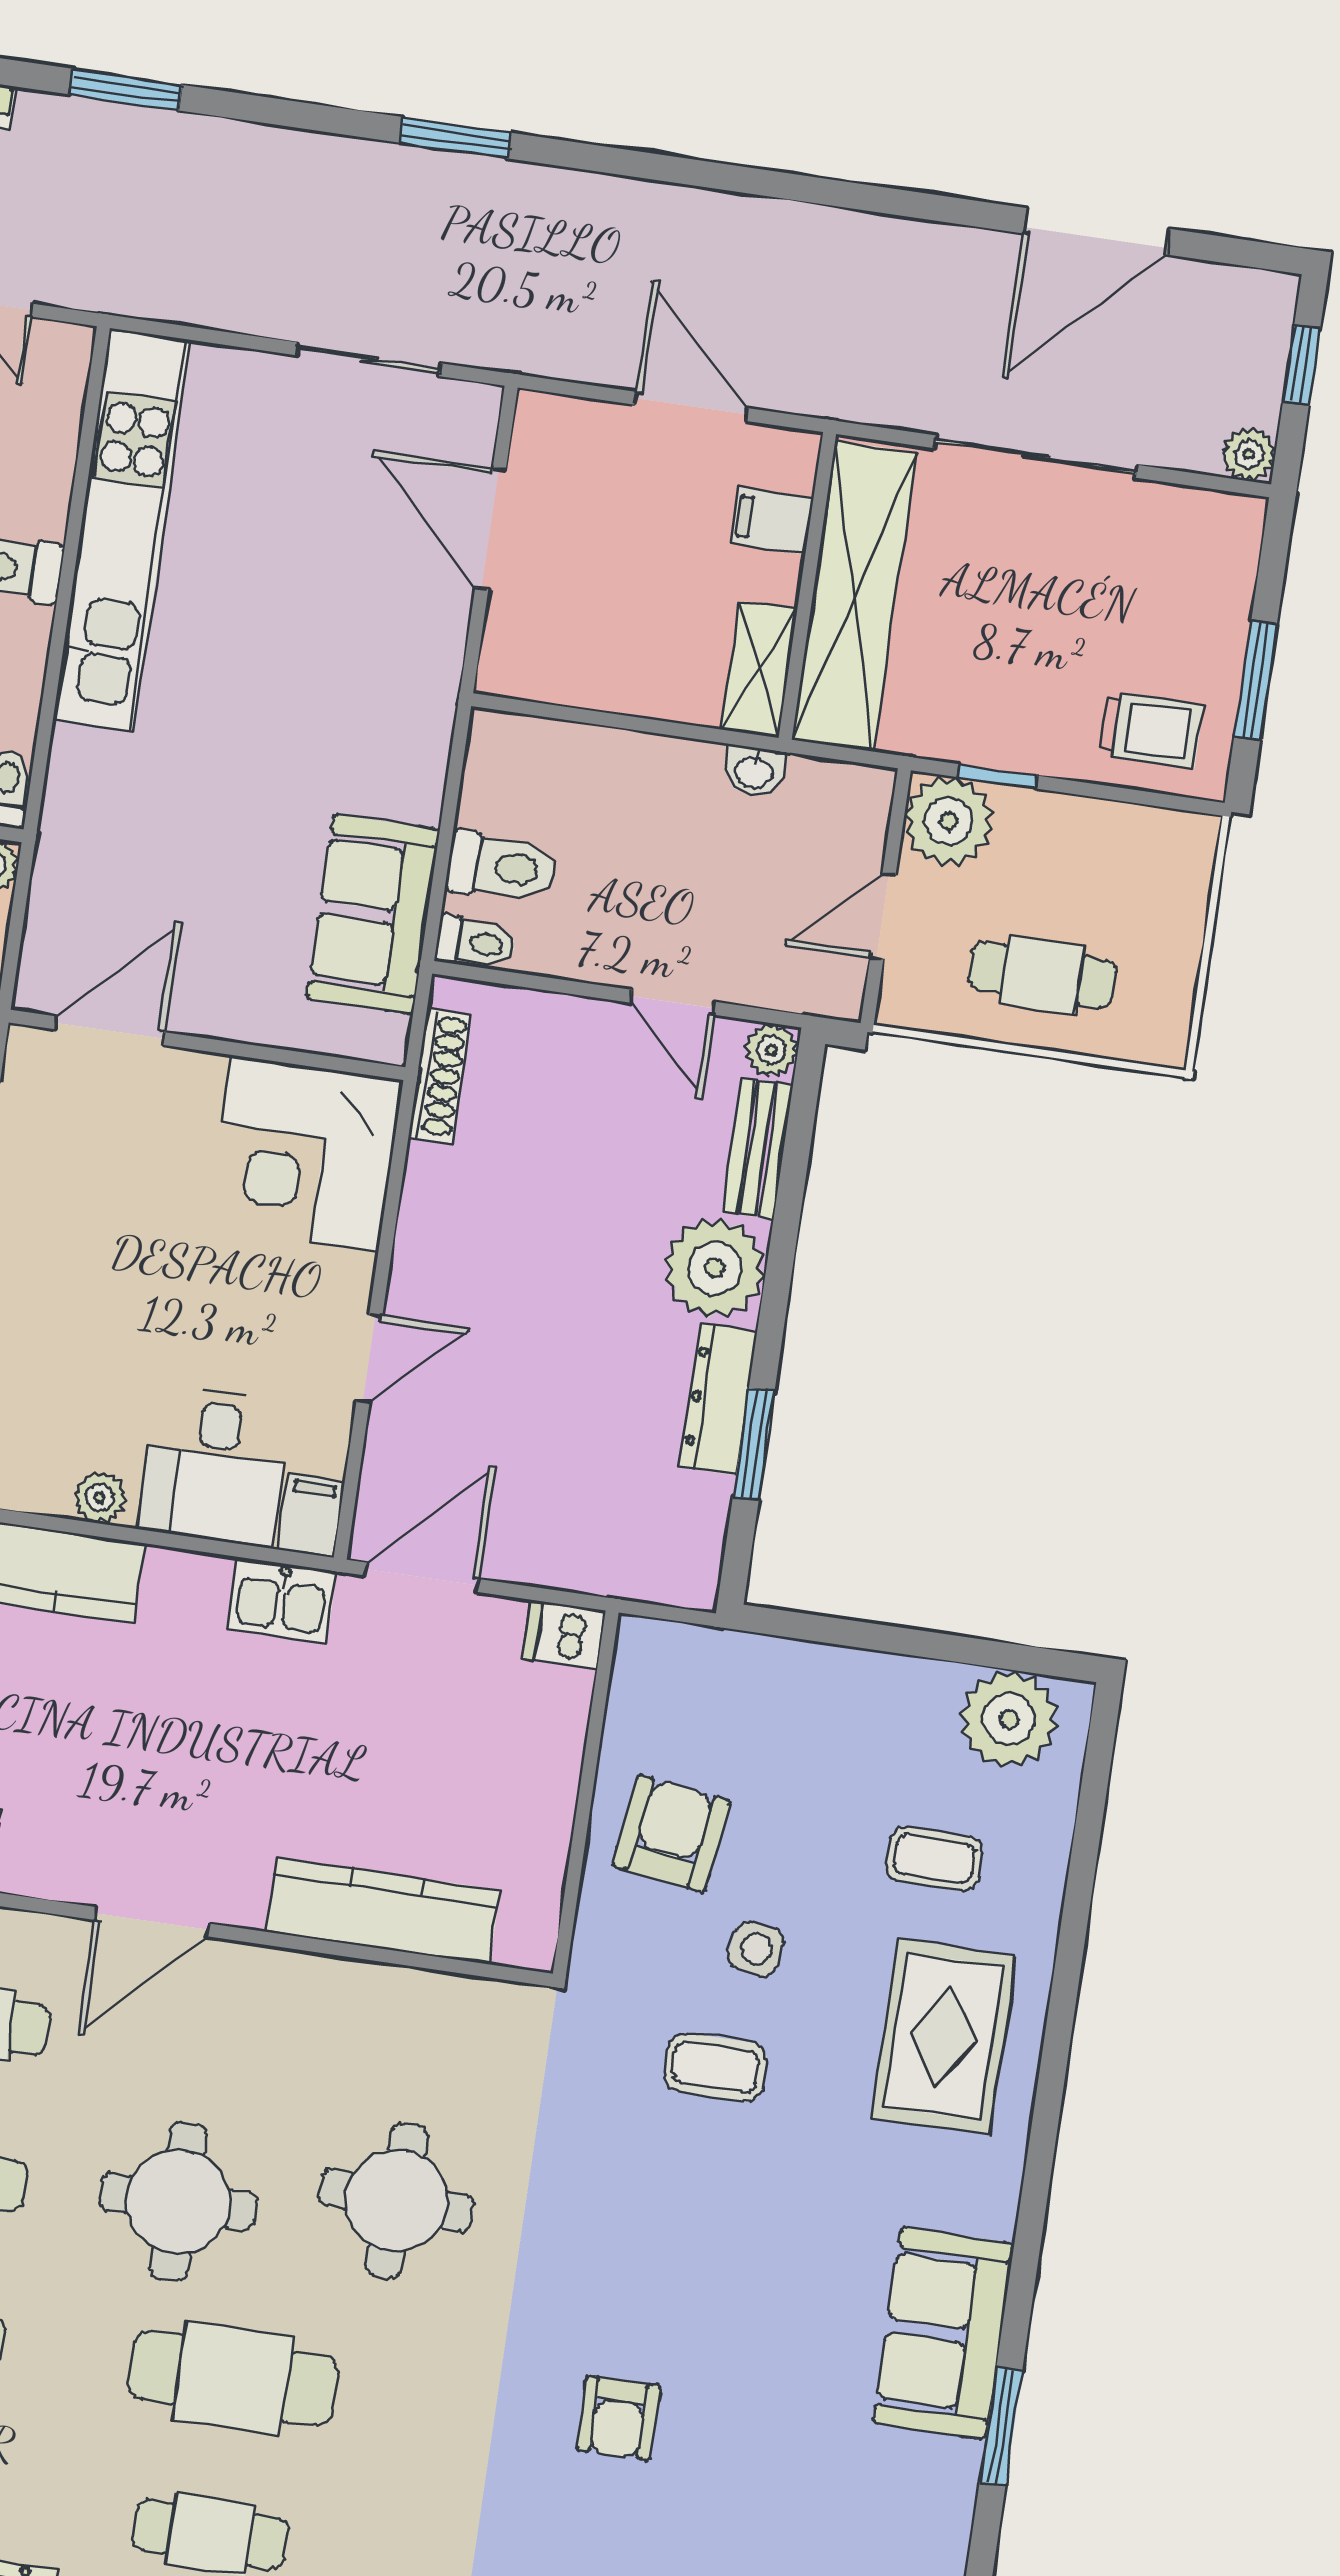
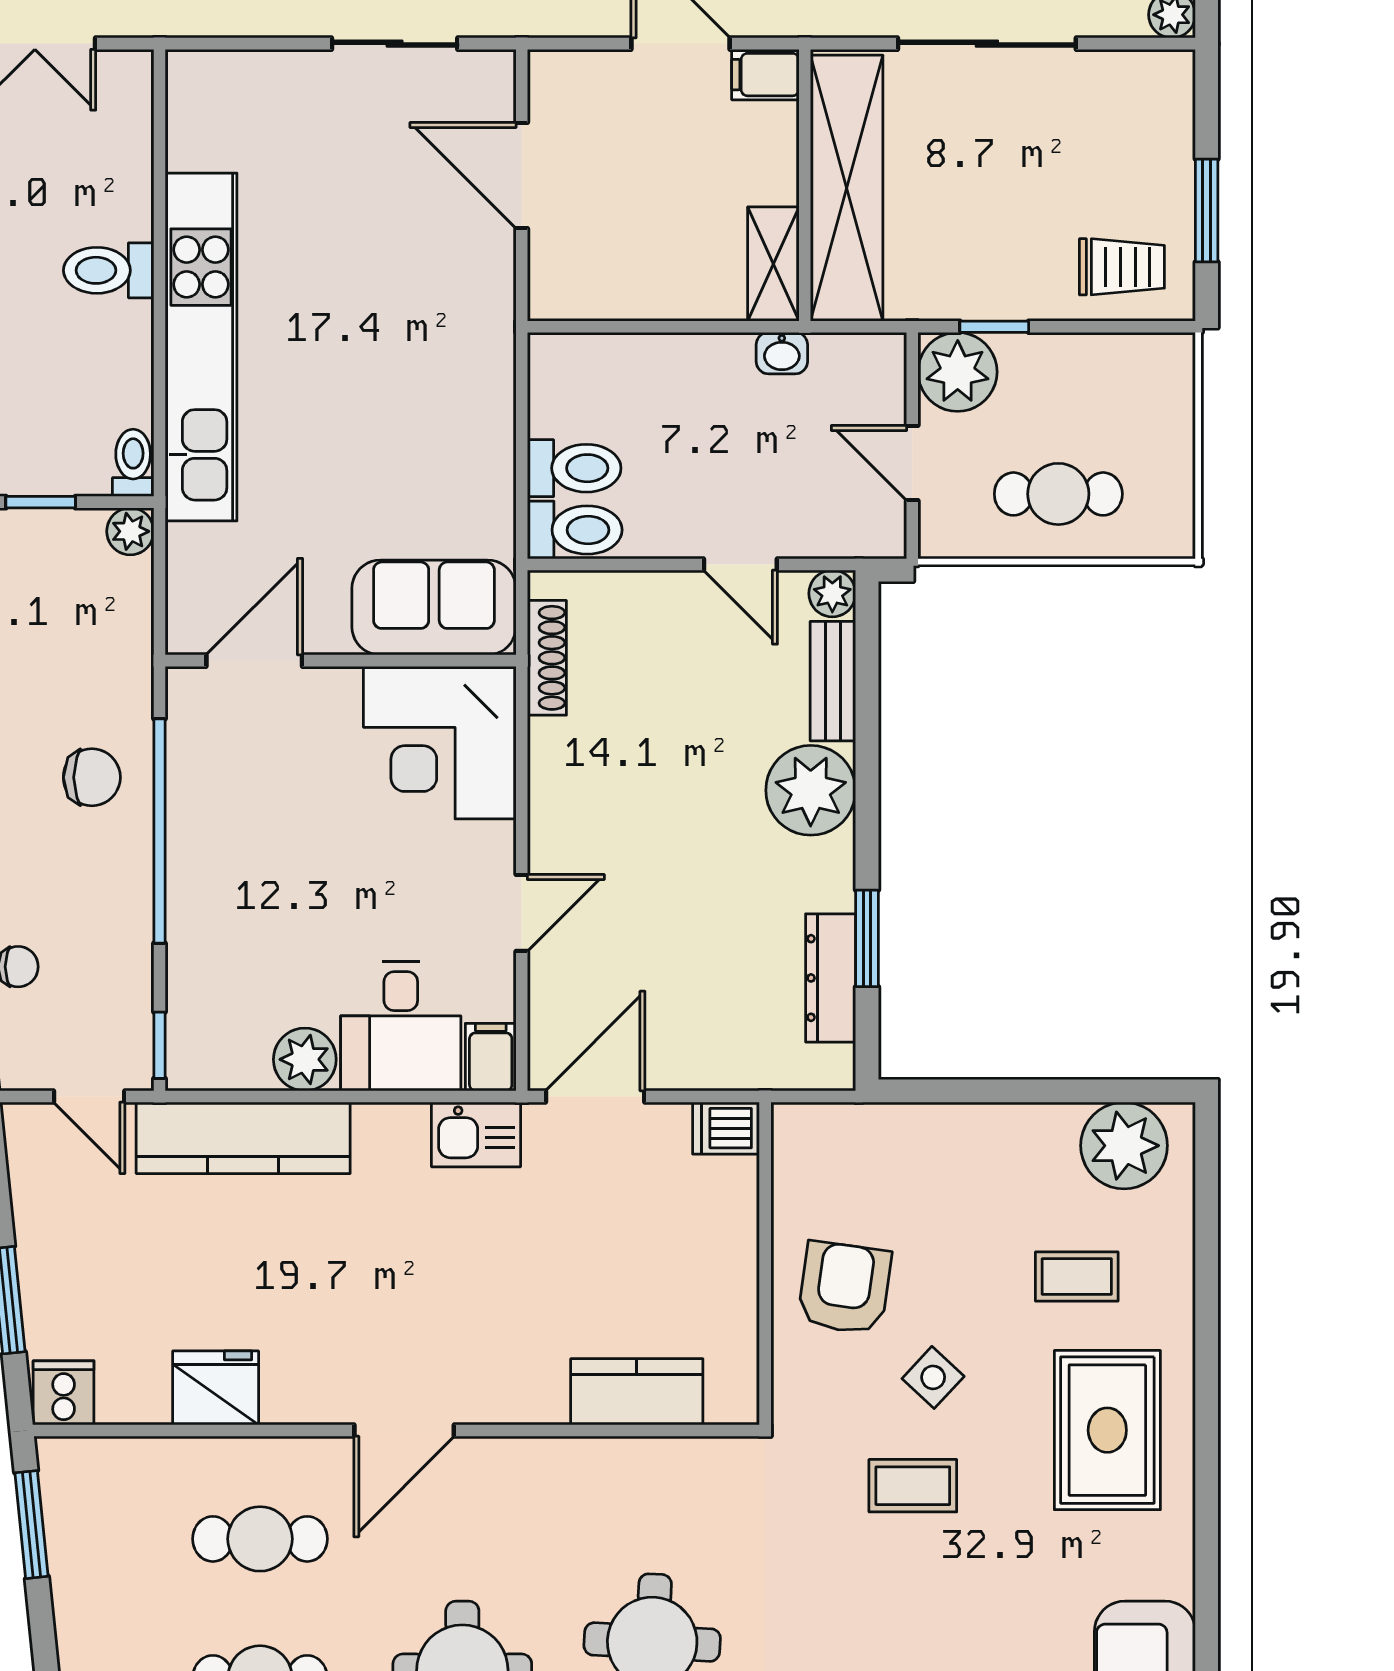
filing cabinet: (772, 521) -> (765, 75), moved
kitchen unit: (122, 530) -> (201, 347), moved
sofa: (373, 914) -> (434, 608), moved, turned 90
door: (883, 916) -> (912, 463), hinge flipped
toilet: (476, 943) -> (575, 530), width x1.37, depth x1.39
dresser: (719, 1399) -> (831, 978), moved
plant: (100, 1497) -> (305, 1059), width x1.38, depth x1.38
kitchen counter: (383, 1911) -> (637, 1392), width x0.67
side table: (756, 1949) -> (933, 1377), turned 33

